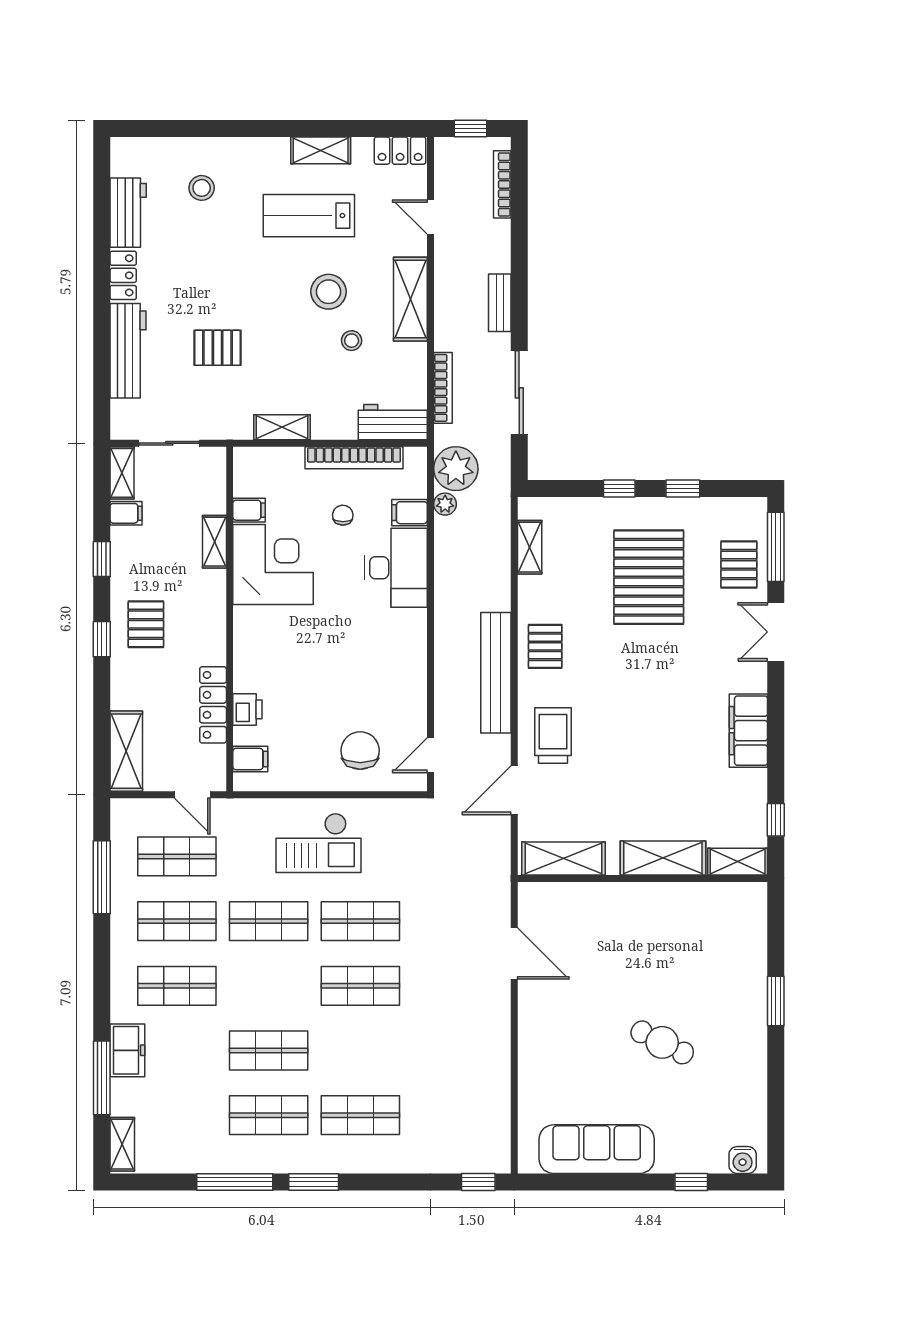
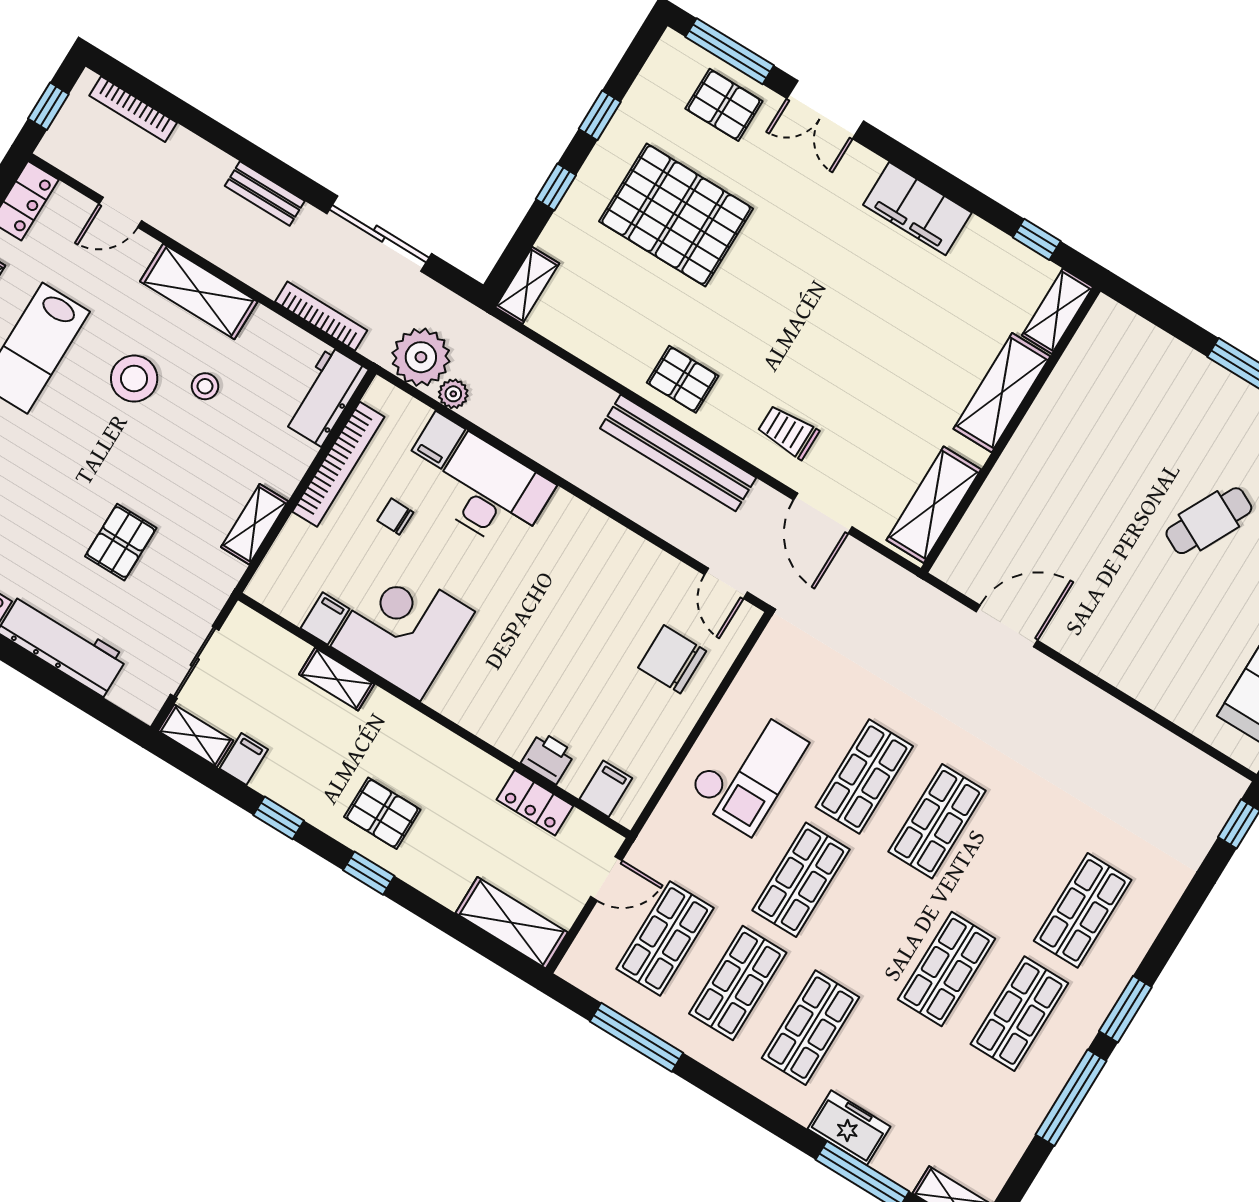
shelving: (530, 547) -> (527, 285), moved, turned 90
locker: (213, 705) -> (535, 803), width x0.66
trolley: (553, 735) -> (788, 432), width x0.73, depth x0.72

